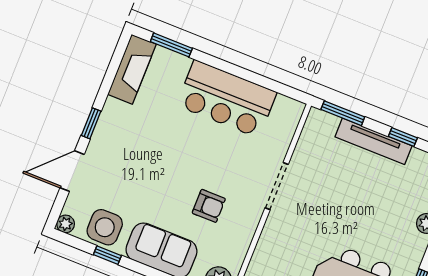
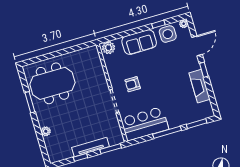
window: (230, 68) -> (167, 132), added
fireplace: (132, 69) -> (200, 86), moved
bar counter: (227, 99) -> (145, 124), moved
armchair: (209, 206) -> (133, 84), moved

